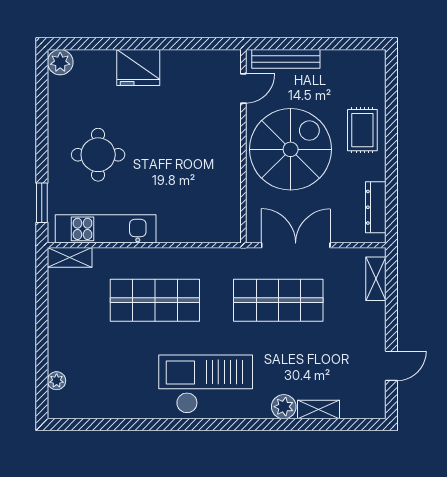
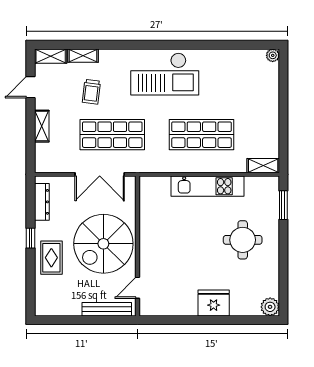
window: (391, 157) -> (30, 238), added
kitchen unit: (106, 229) -> (207, 186), moved
shelving: (376, 279) -> (42, 126), moved
trolley: (307, 359) -> (91, 92), added
plant: (57, 381) -> (273, 55), moved
plant: (284, 407) -> (108, 58), removed
shelving: (364, 409) -> (51, 56), added

